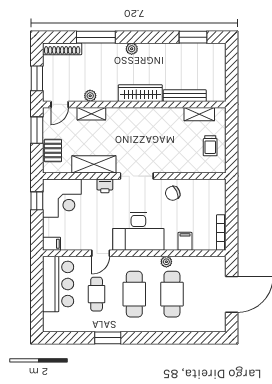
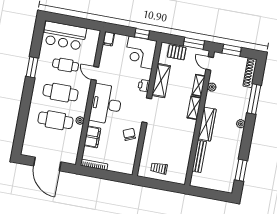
shelving: (199, 114) -> (194, 108), moved
filing cabinet: (185, 241) -> (92, 137), width x2.00
bar counter: (58, 284) -> (64, 36), moved

